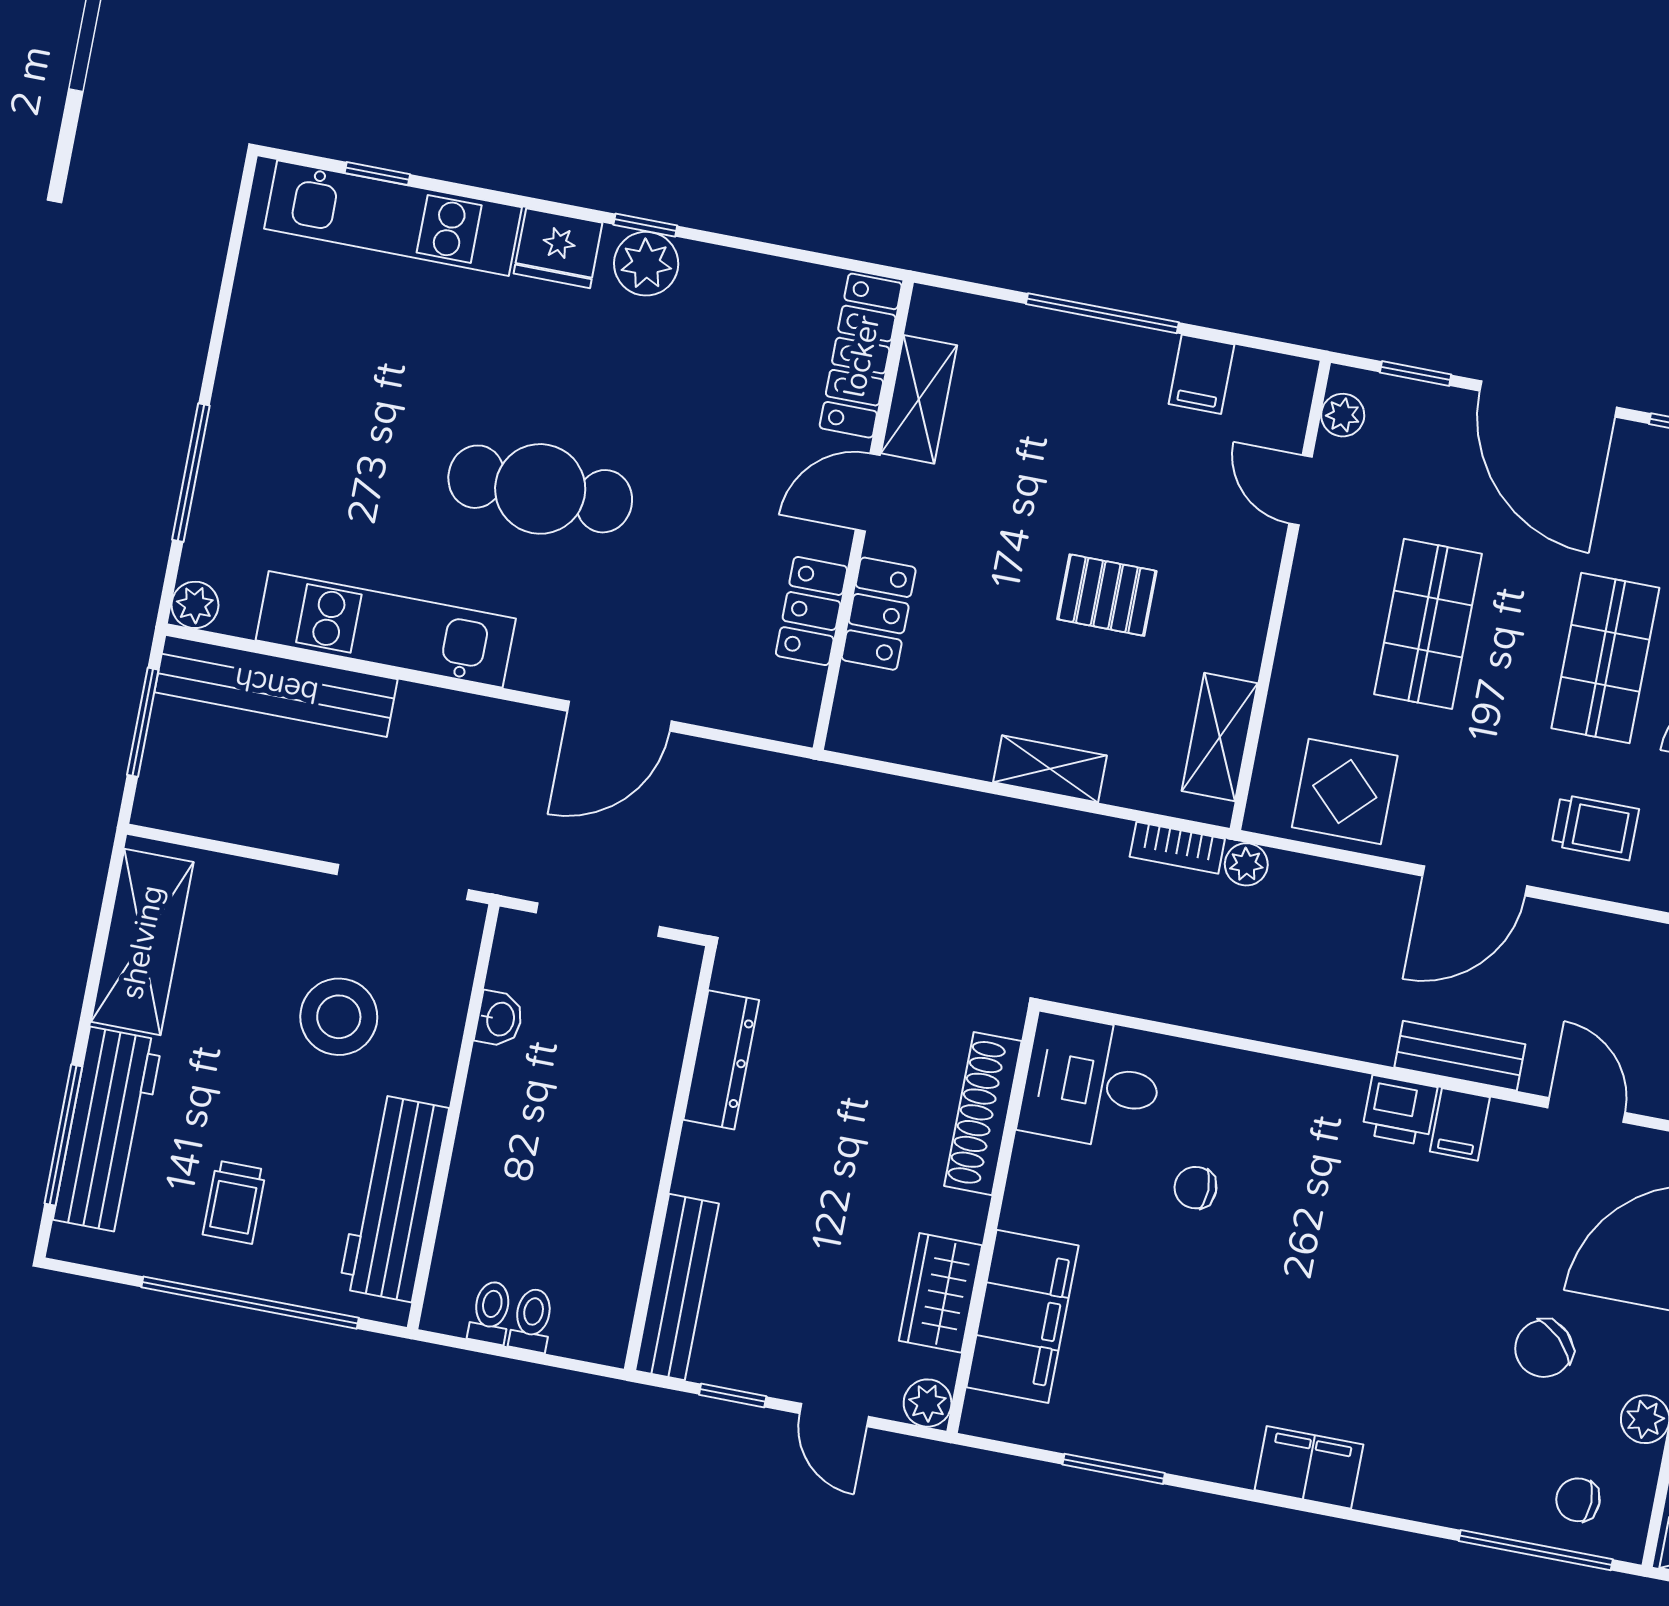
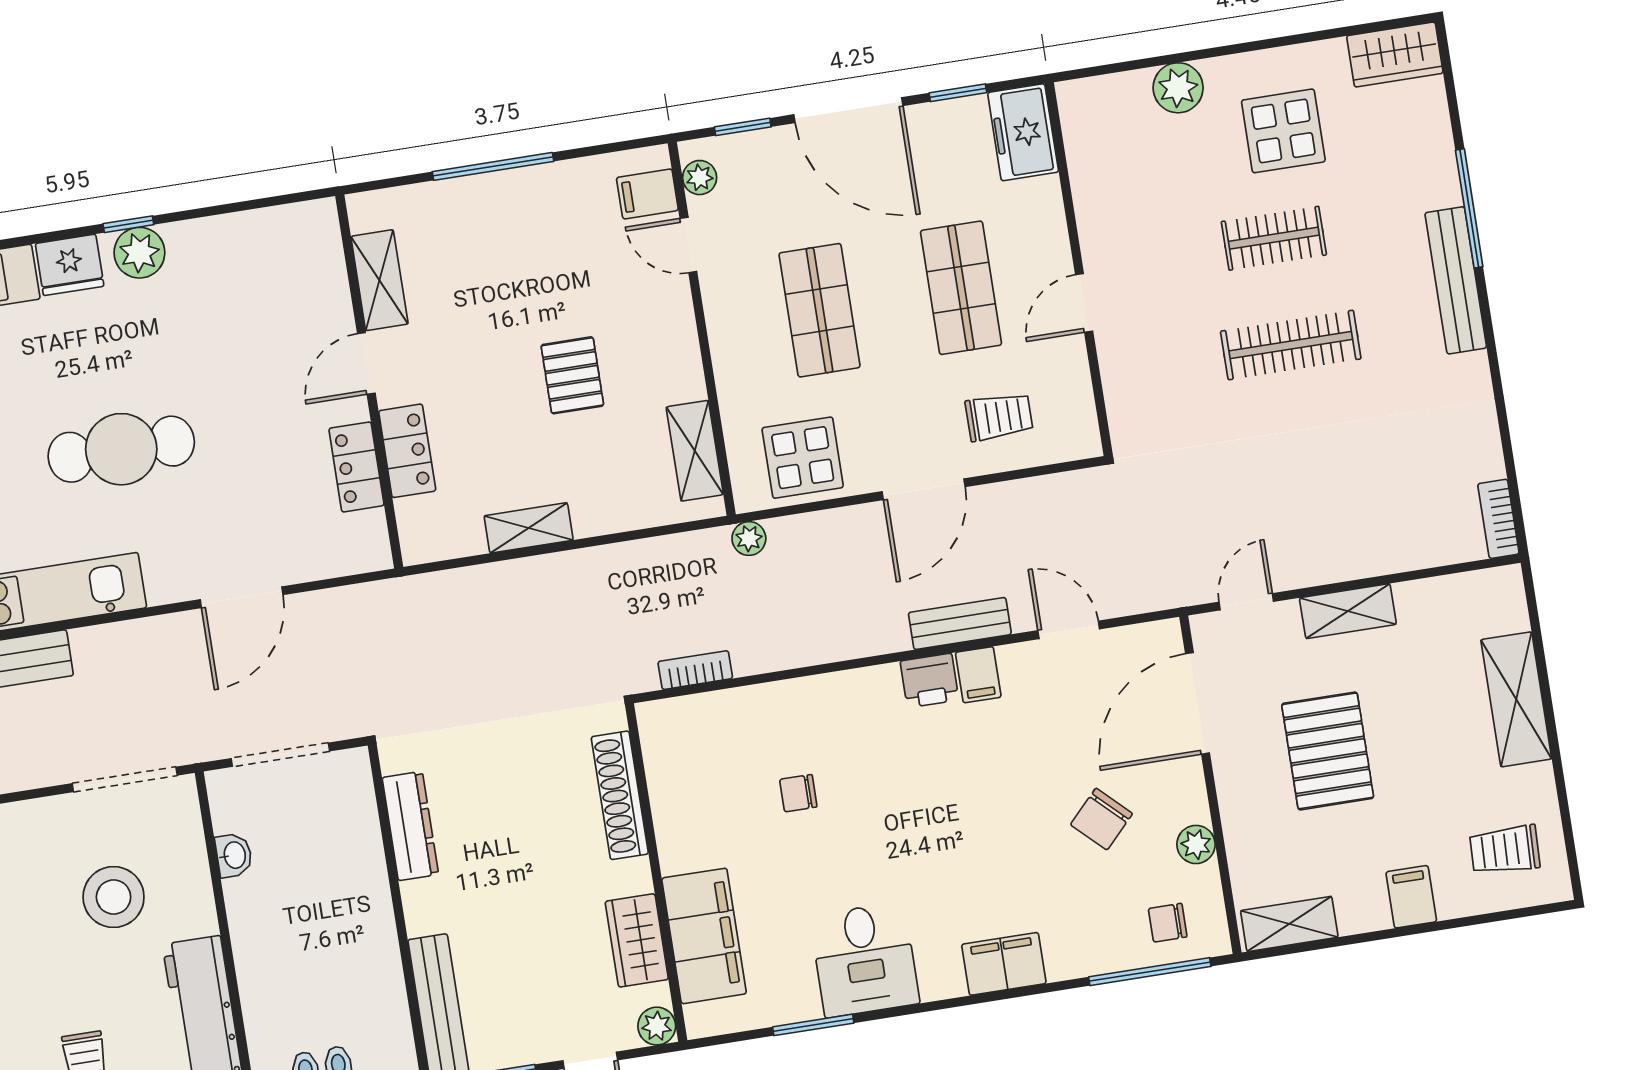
locker: (861, 356) -> (324, 263), removed
filing cabinet: (1201, 374) -> (647, 194), moved, turned 90
pallet: (1107, 595) -> (572, 375), turned 90
shelving: (1050, 769) -> (529, 528), moved
bookcase: (1177, 848) -> (695, 670), moved, turned 180
desk: (1092, 1083) -> (865, 960), moved, turned -90
filing cabinet: (1309, 1467) -> (1004, 964), moved

